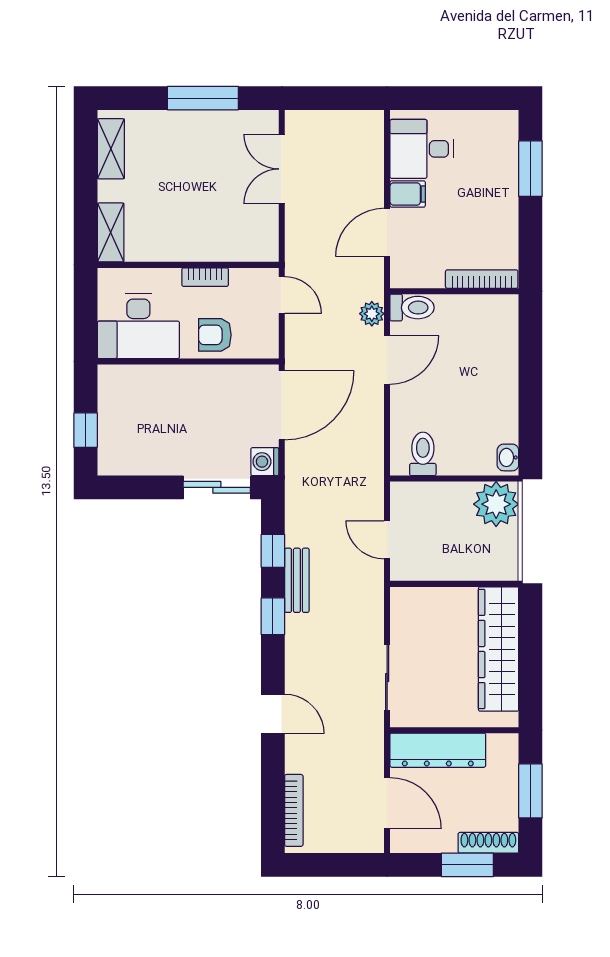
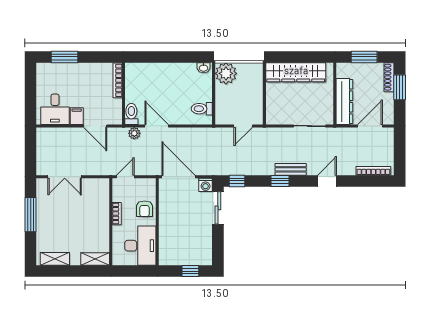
window: (273, 551) -> (237, 181), moved
bench: (297, 580) -> (291, 169), moved

